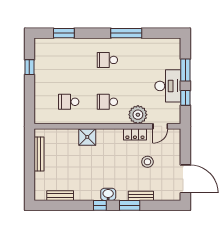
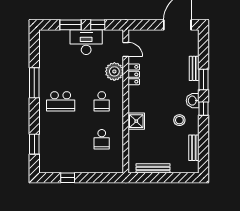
school desk: (107, 60) -> (61, 101), width x1.85
stool: (147, 162) -> (179, 120), moved

